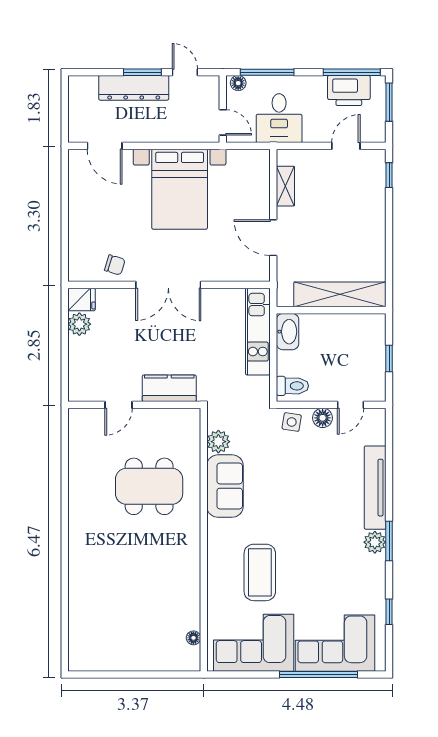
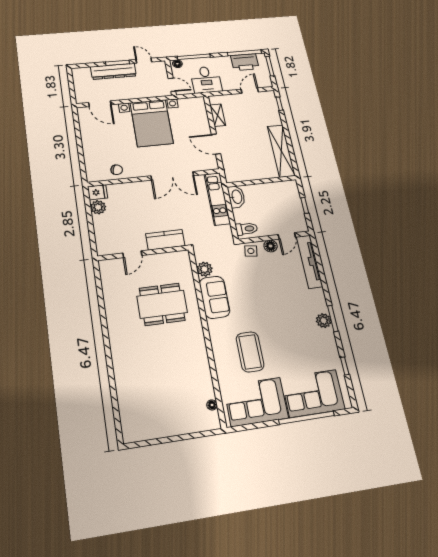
double door: (168, 285) -> (172, 176), moved
shelving: (340, 294) -> (281, 151), moved, turned 90
tv unit: (375, 488) -> (309, 262), moved

